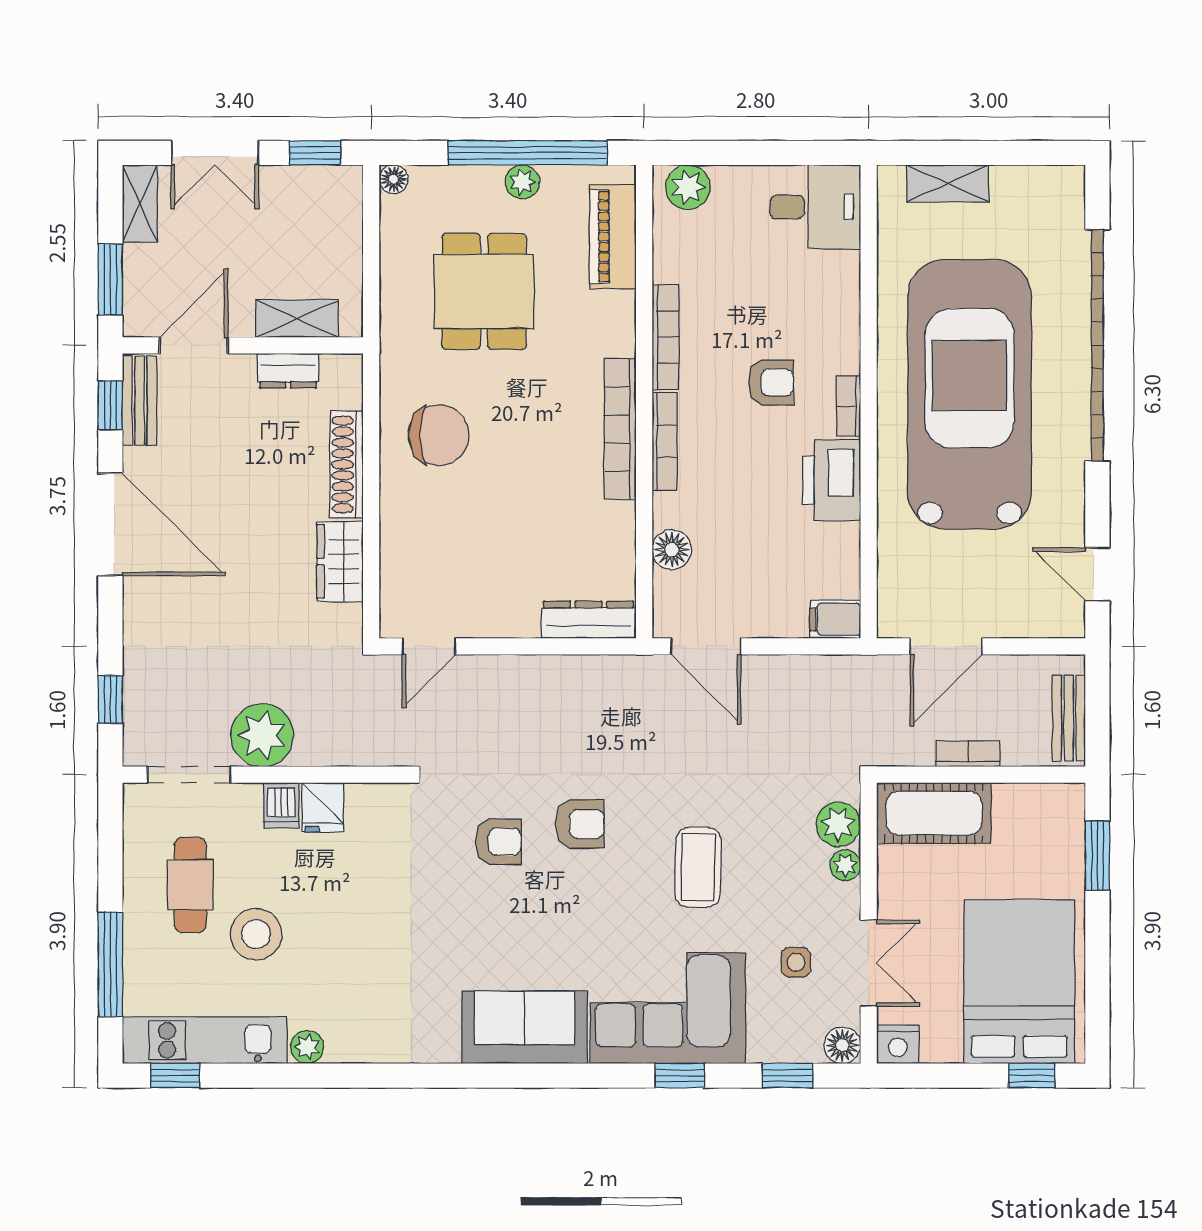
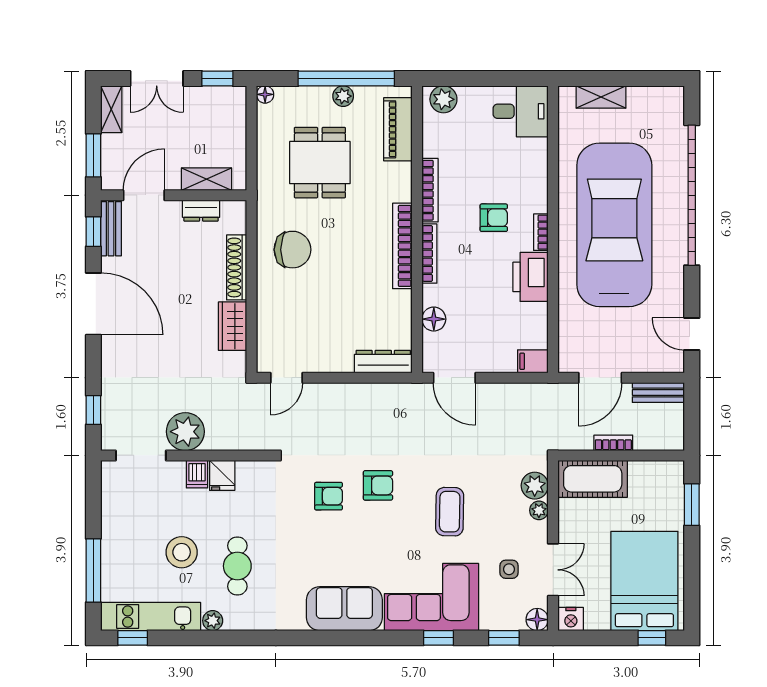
bench: (1069, 718) -> (658, 392), moved, turned 90
cafe table: (190, 885) -> (237, 566), moved

